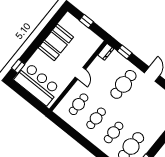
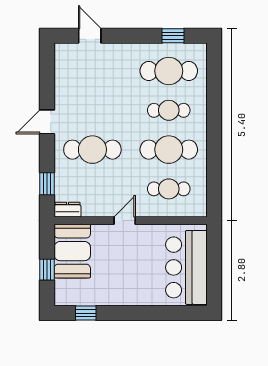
booth: (56, 42) -> (72, 251), moved, turned 90
window: (18, 66) -> (86, 313), moved
cafe table: (96, 118) -> (169, 150), width x1.37, depth x1.35

